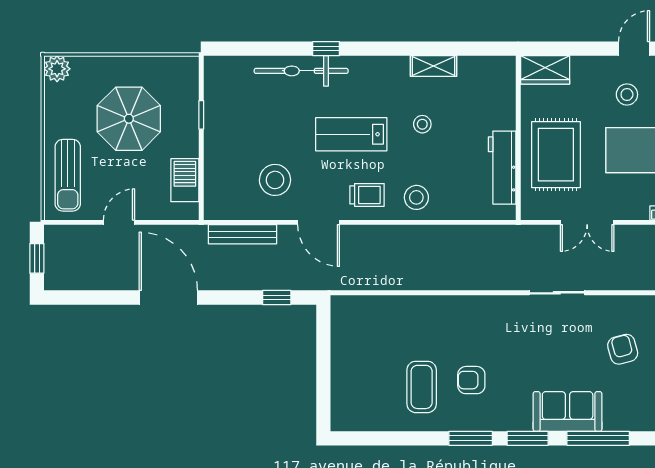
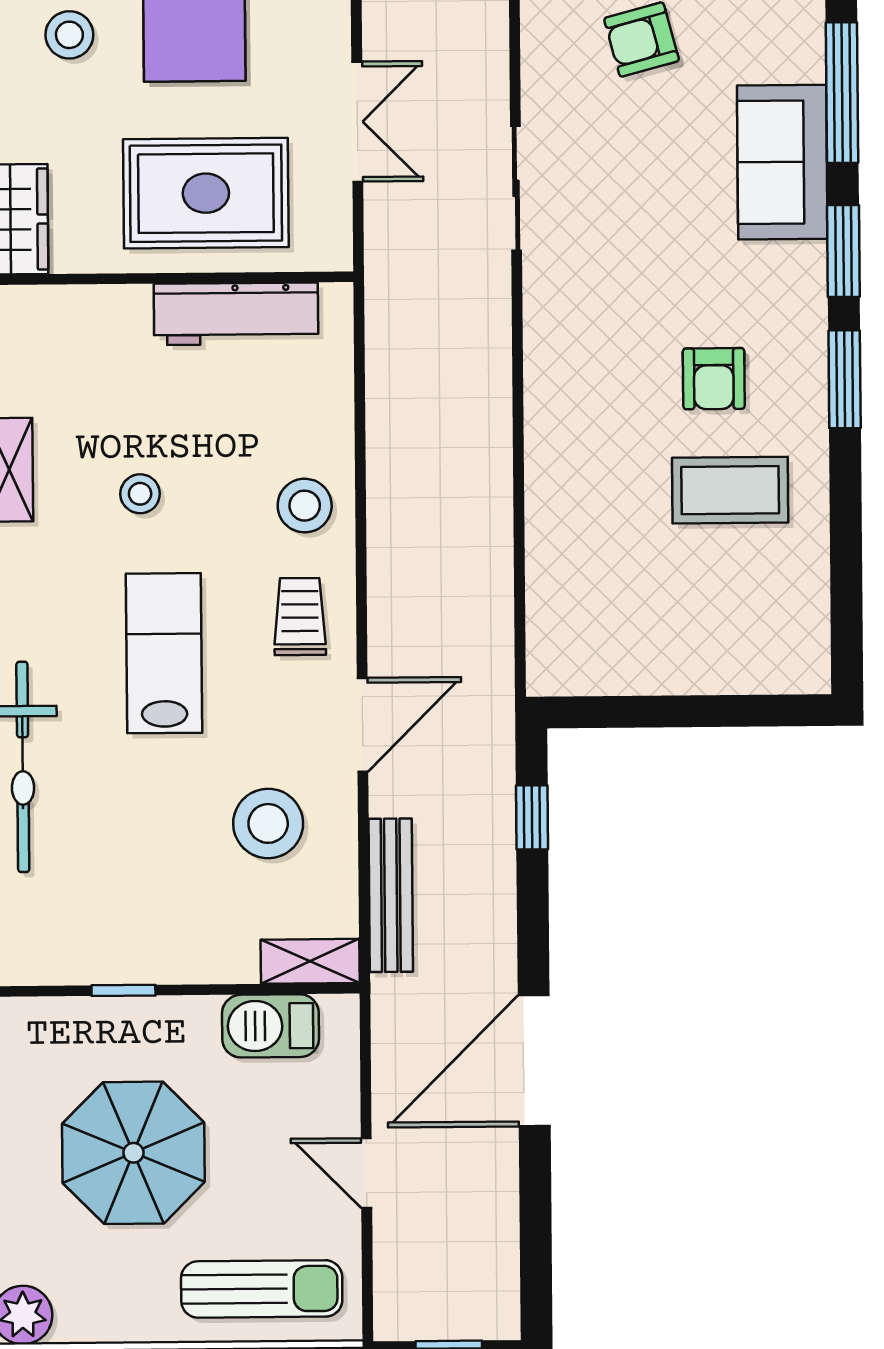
lab bench: (351, 134) -> (164, 653), turned 180
shelving: (213, 198) -> (310, 961), added

